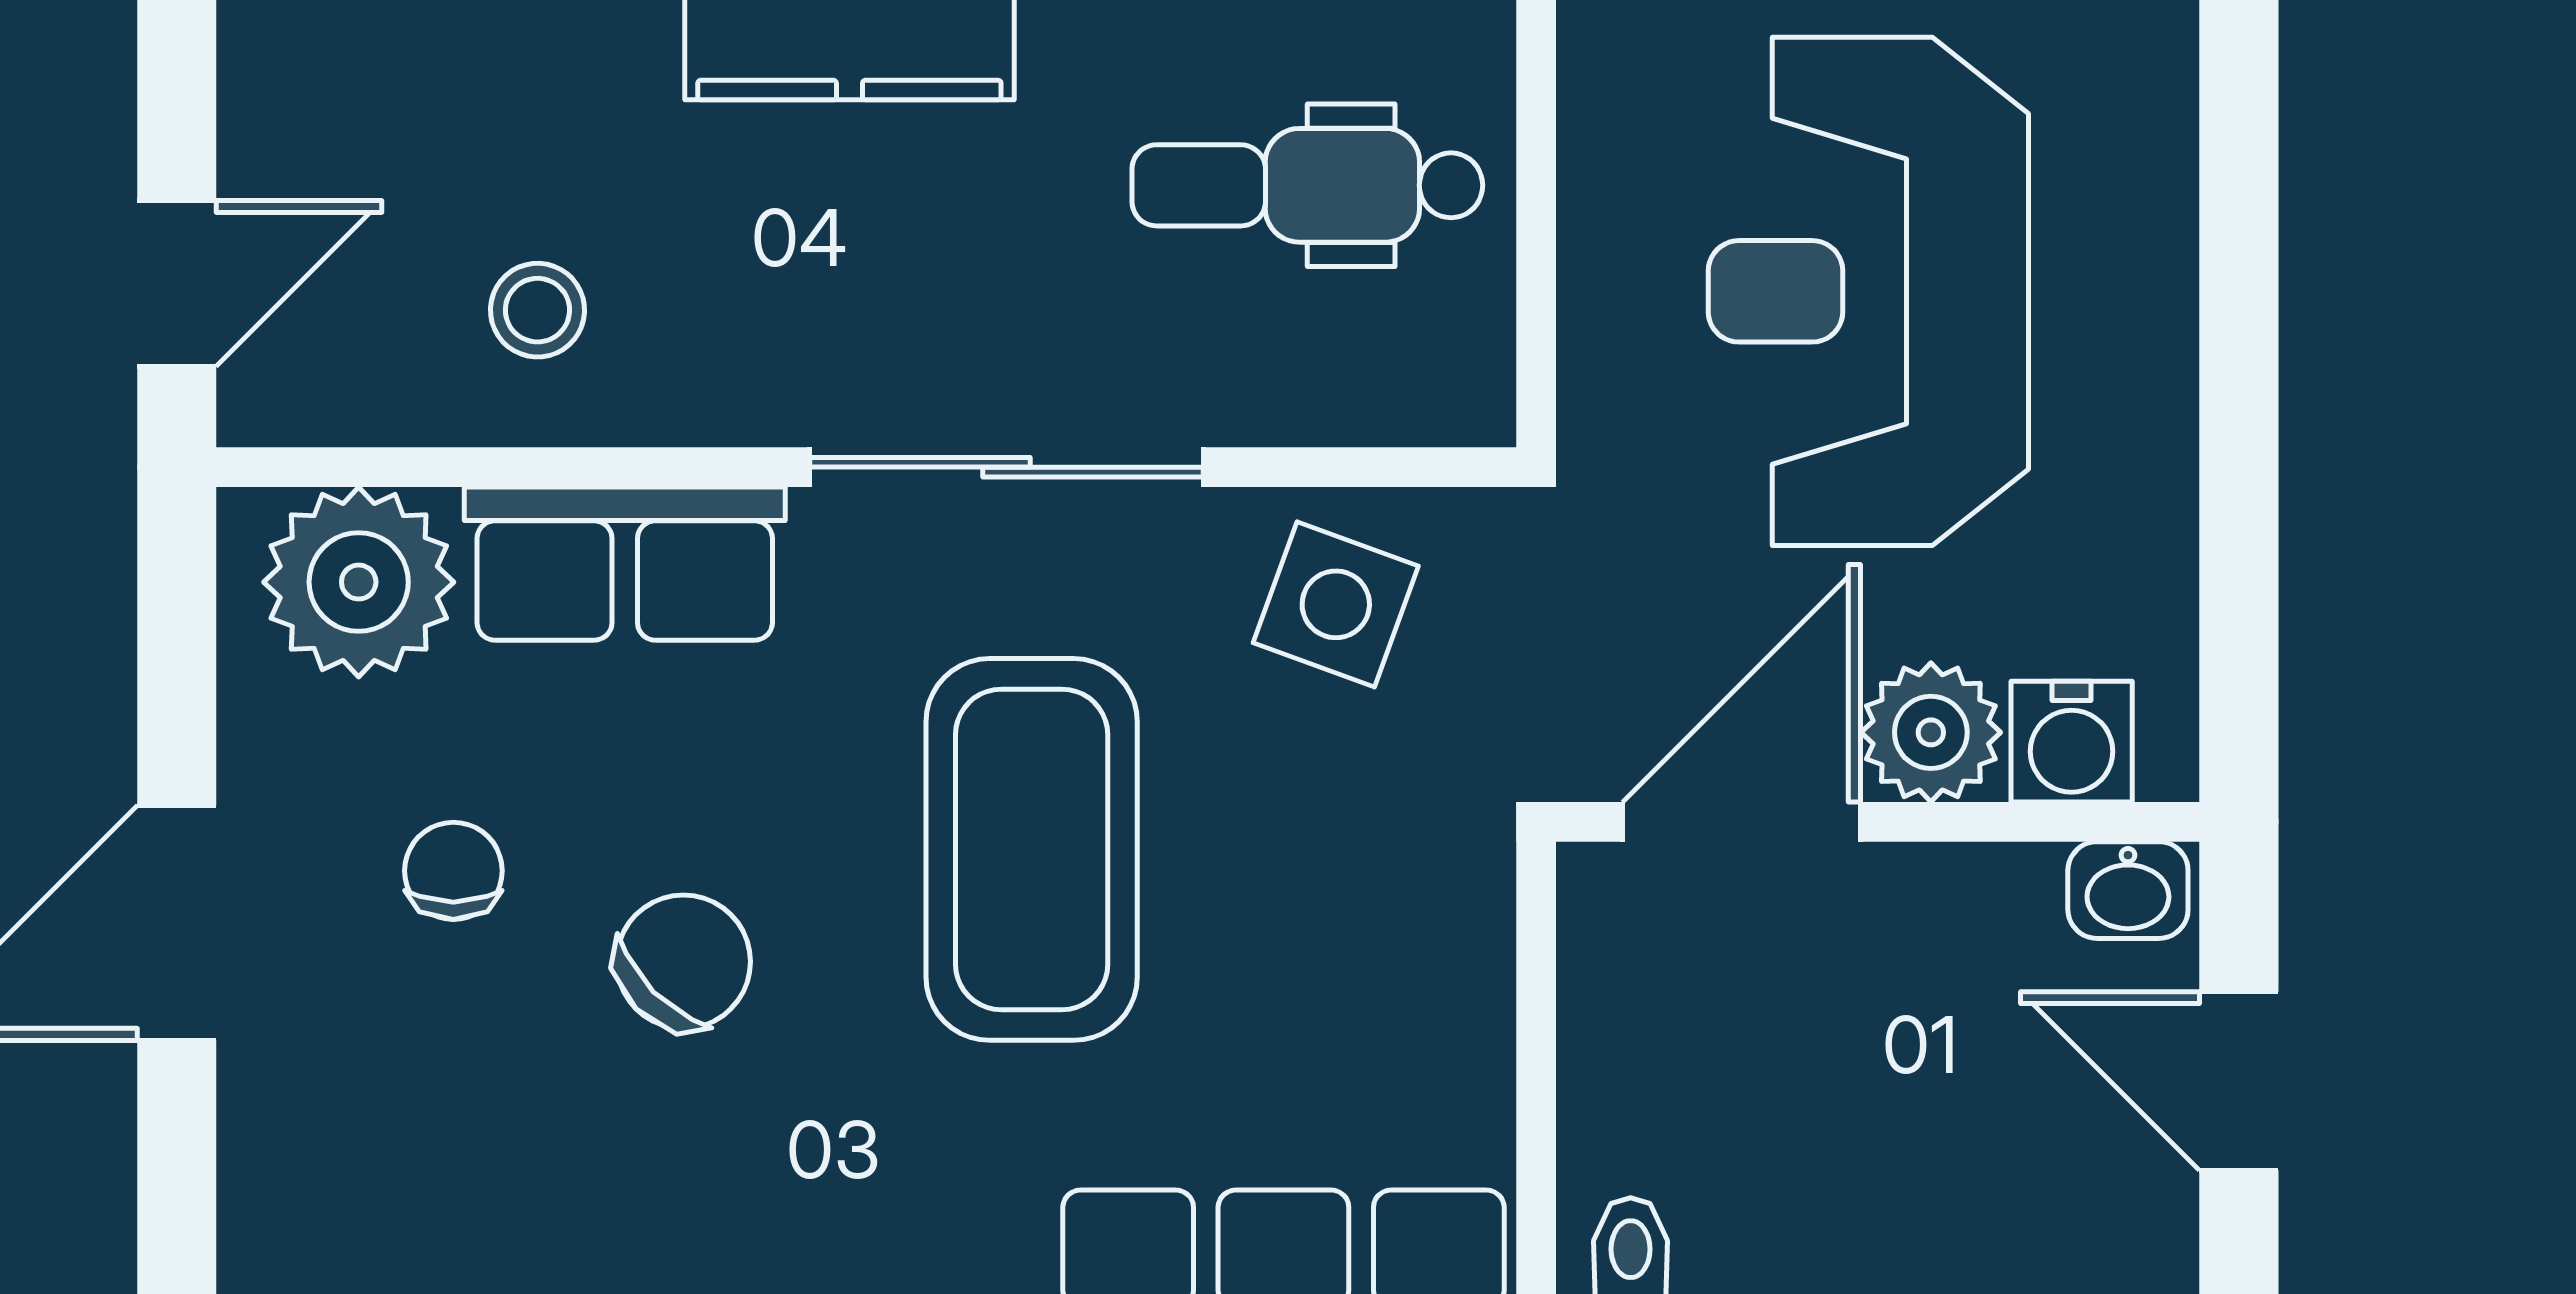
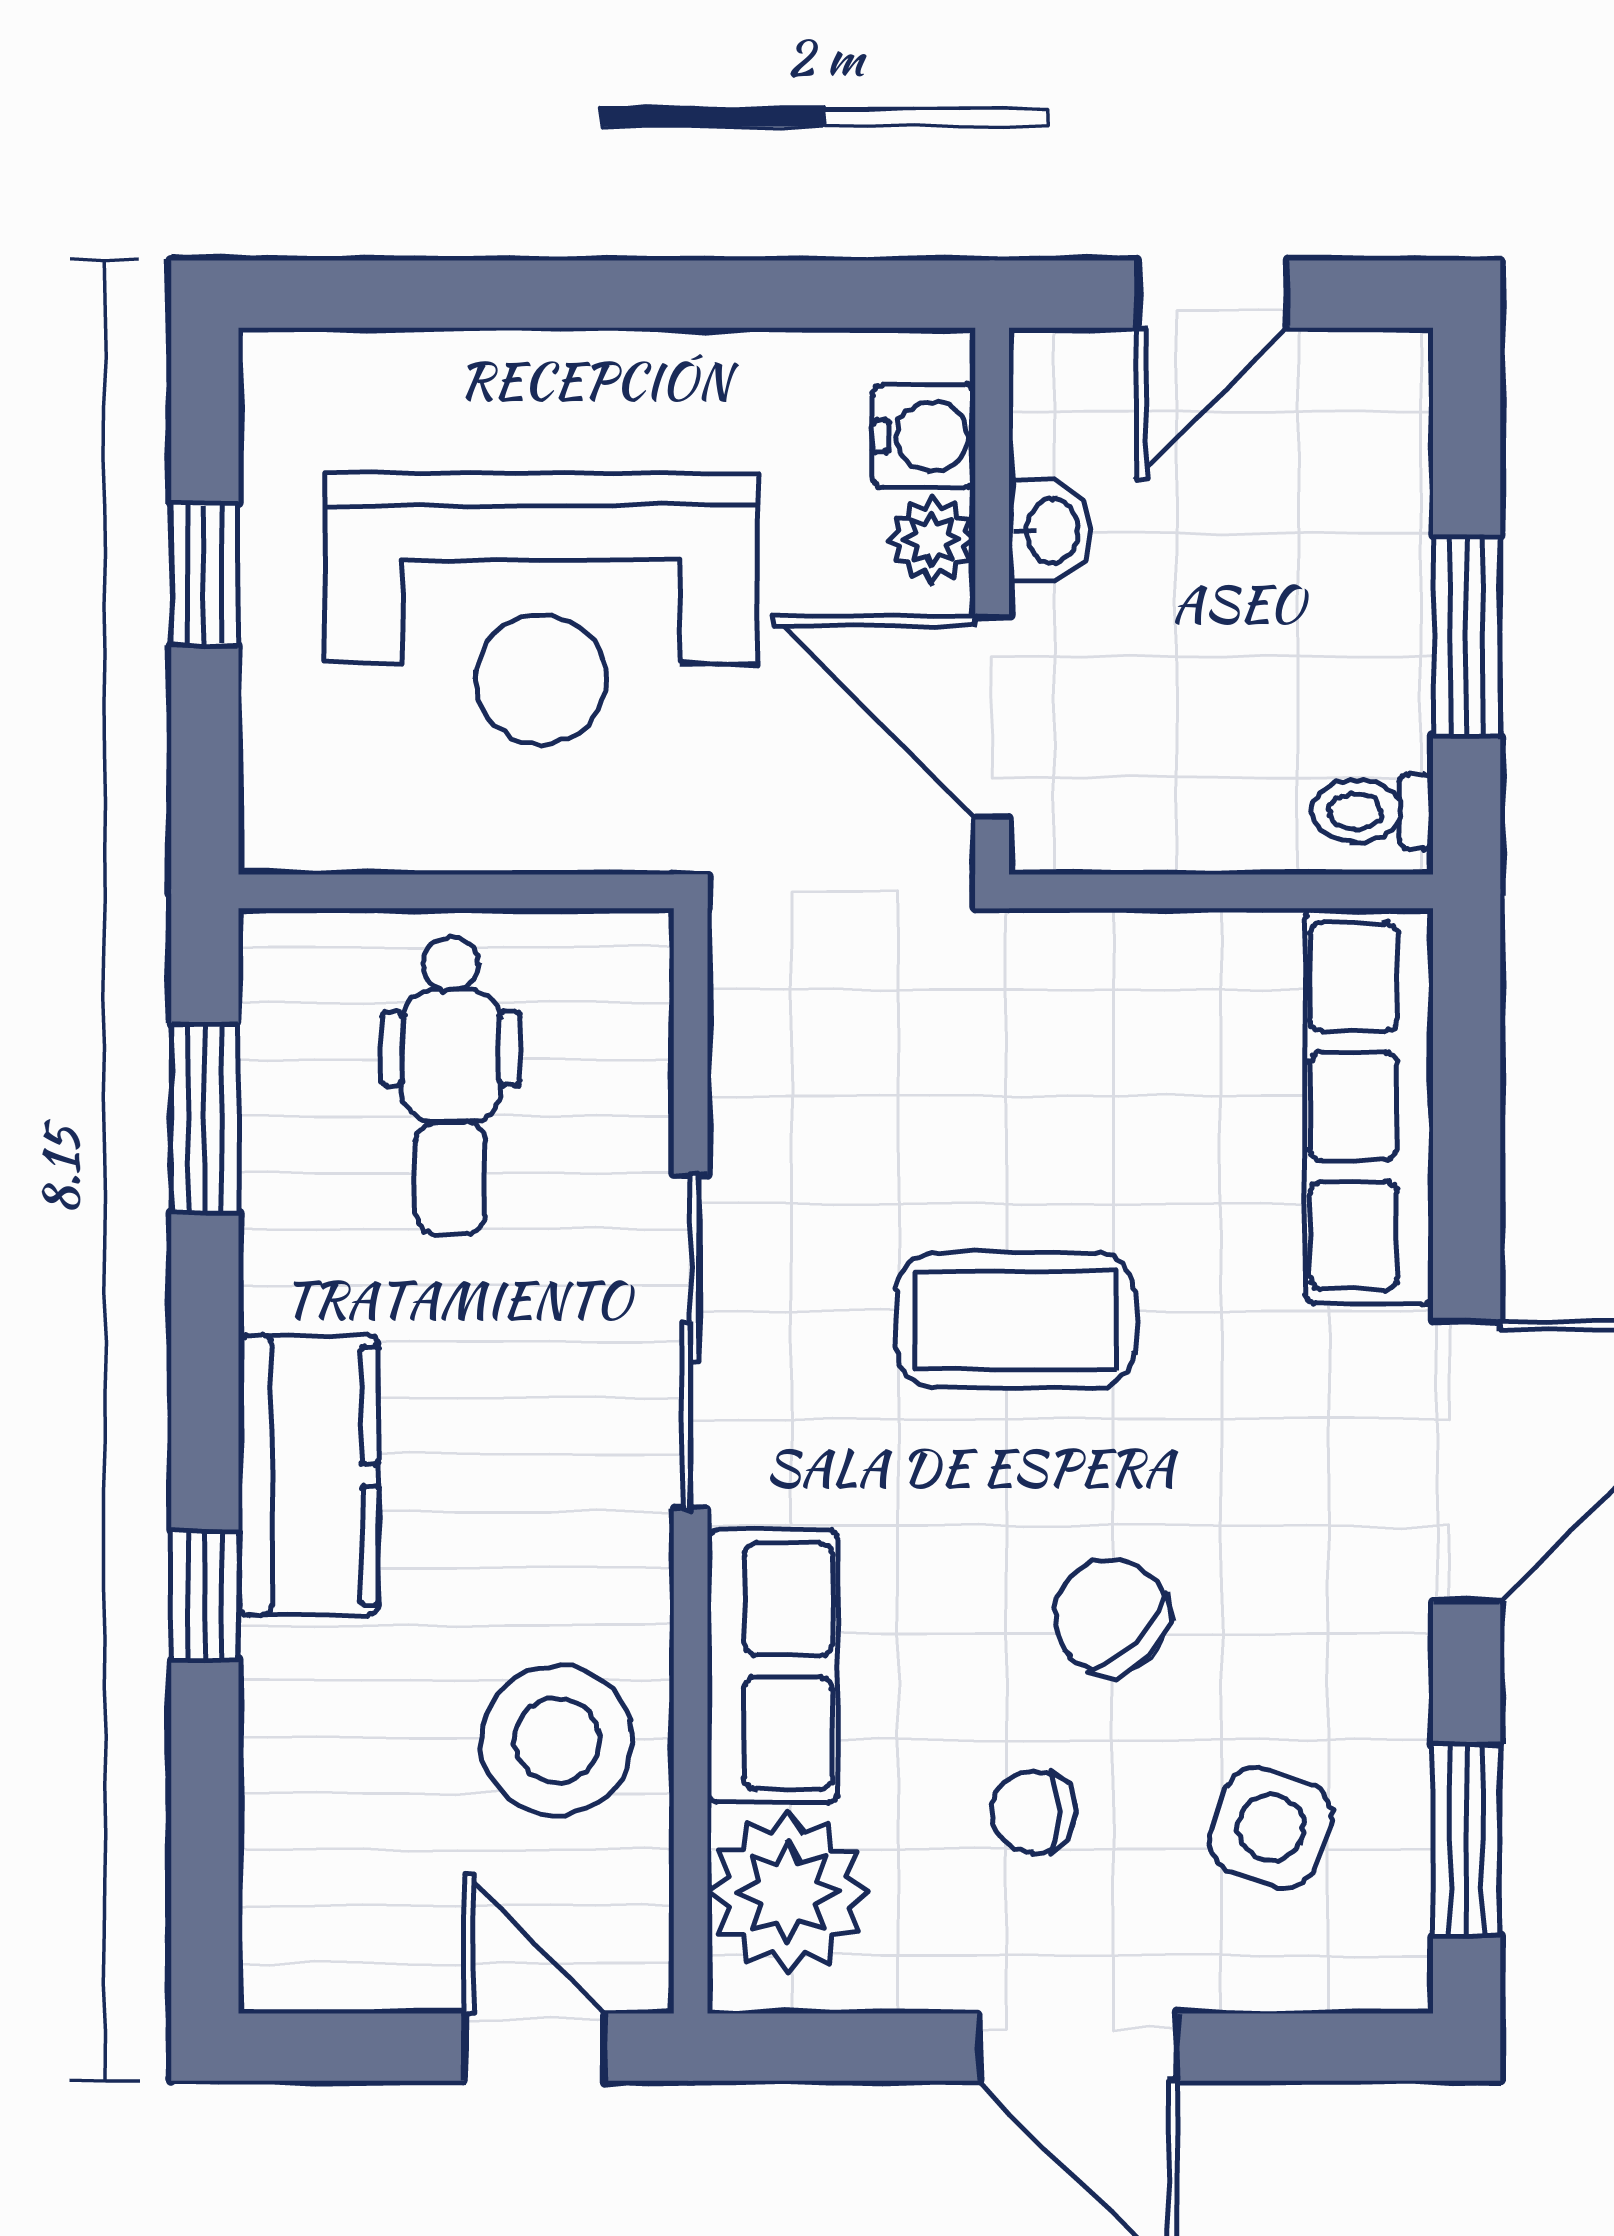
stool: (537, 310) -> (557, 1740), width x1.89, depth x1.89
side table: (1336, 604) -> (1271, 1828), moved
plant: (1931, 732) -> (932, 540), width x0.73, depth x0.73
coffee table: (1032, 849) -> (1016, 1320), width x0.73, depth x0.76
washbasin: (2128, 890) -> (1050, 531), moved

